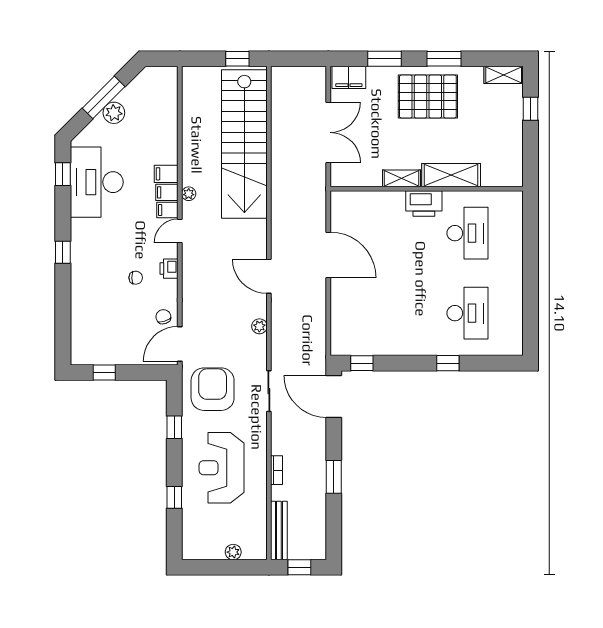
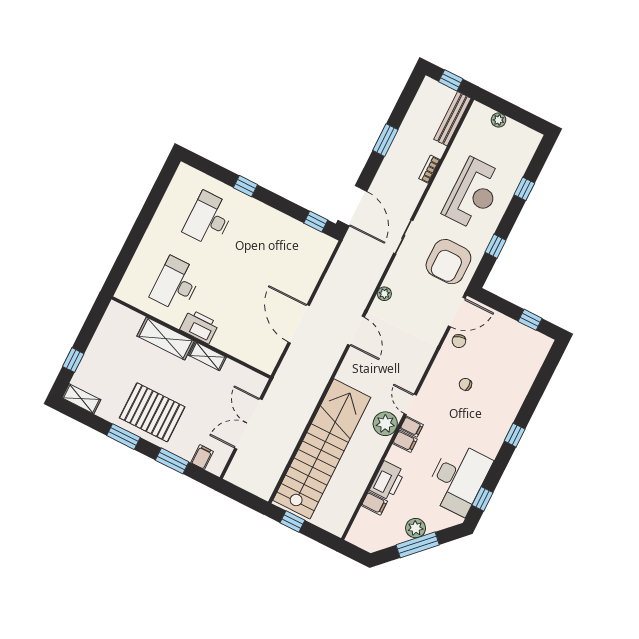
filing cabinet: (349, 77) -> (202, 457), width x0.50
filing cabinet: (166, 174) -> (374, 503), moved
plant: (189, 194) -> (385, 424), width x1.87, depth x1.87
door: (180, 231) -> (410, 404), swing flipped
printer: (169, 269) -> (387, 481), moved, width x1.87, depth x1.48

